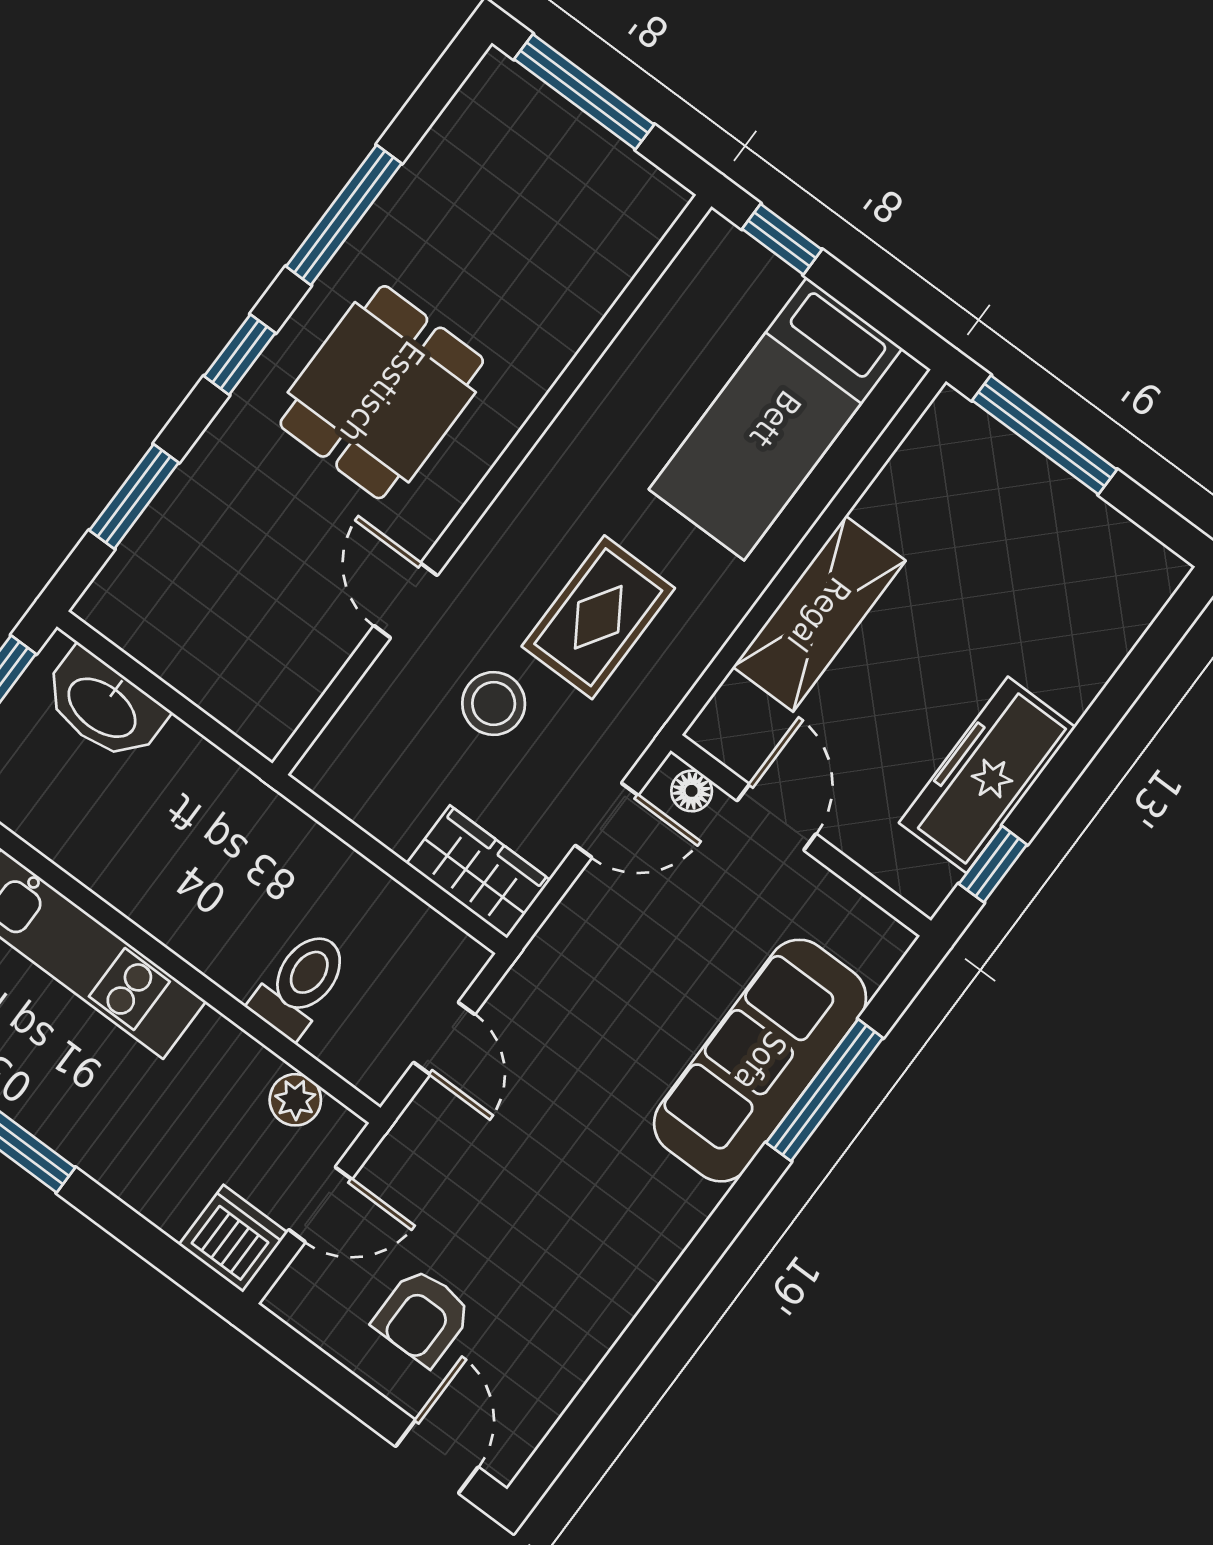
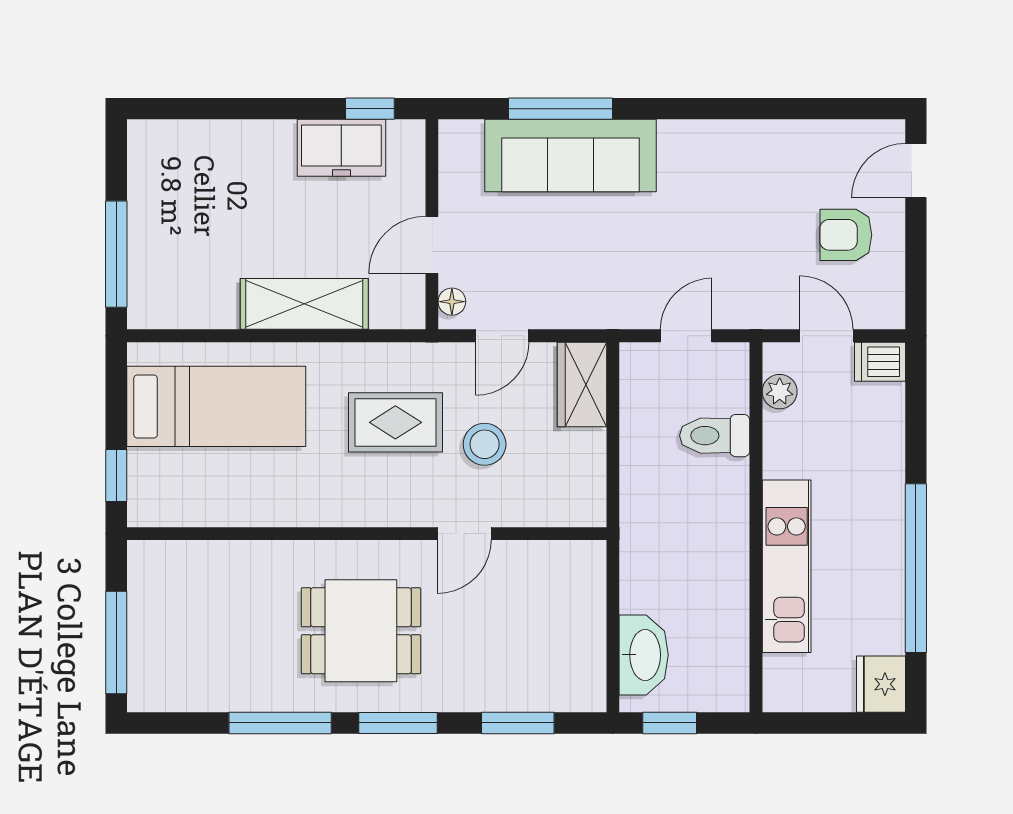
window: (240, 355) -> (398, 723), width x1.50
freezer: (987, 775) -> (341, 148), width x0.71
door: (607, 820) -> (502, 336), swing flipped
dishwasher: (233, 1239) -> (880, 362), width x0.73
armchair: (423, 1317) -> (846, 235), turned 180

